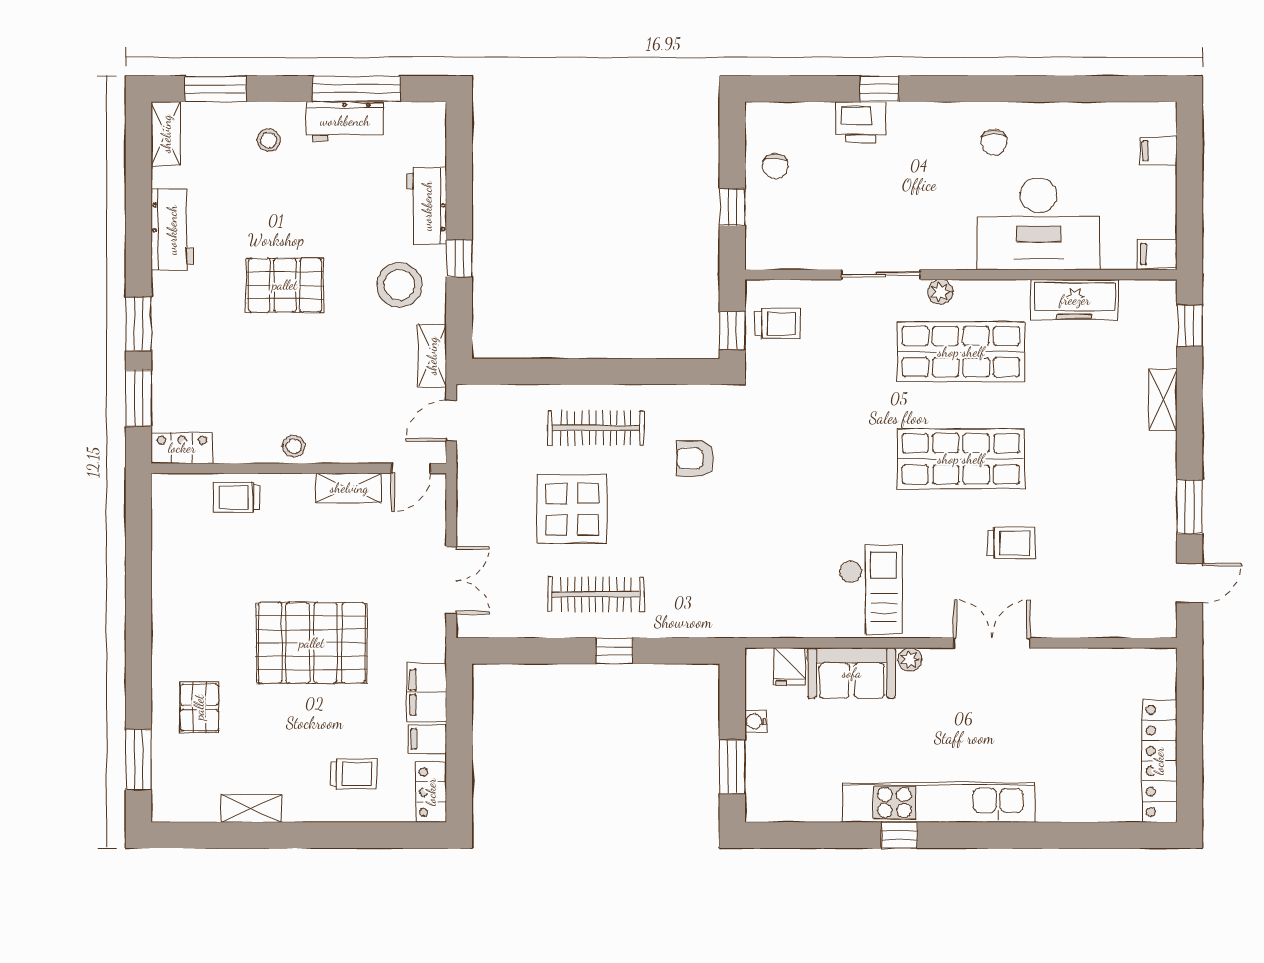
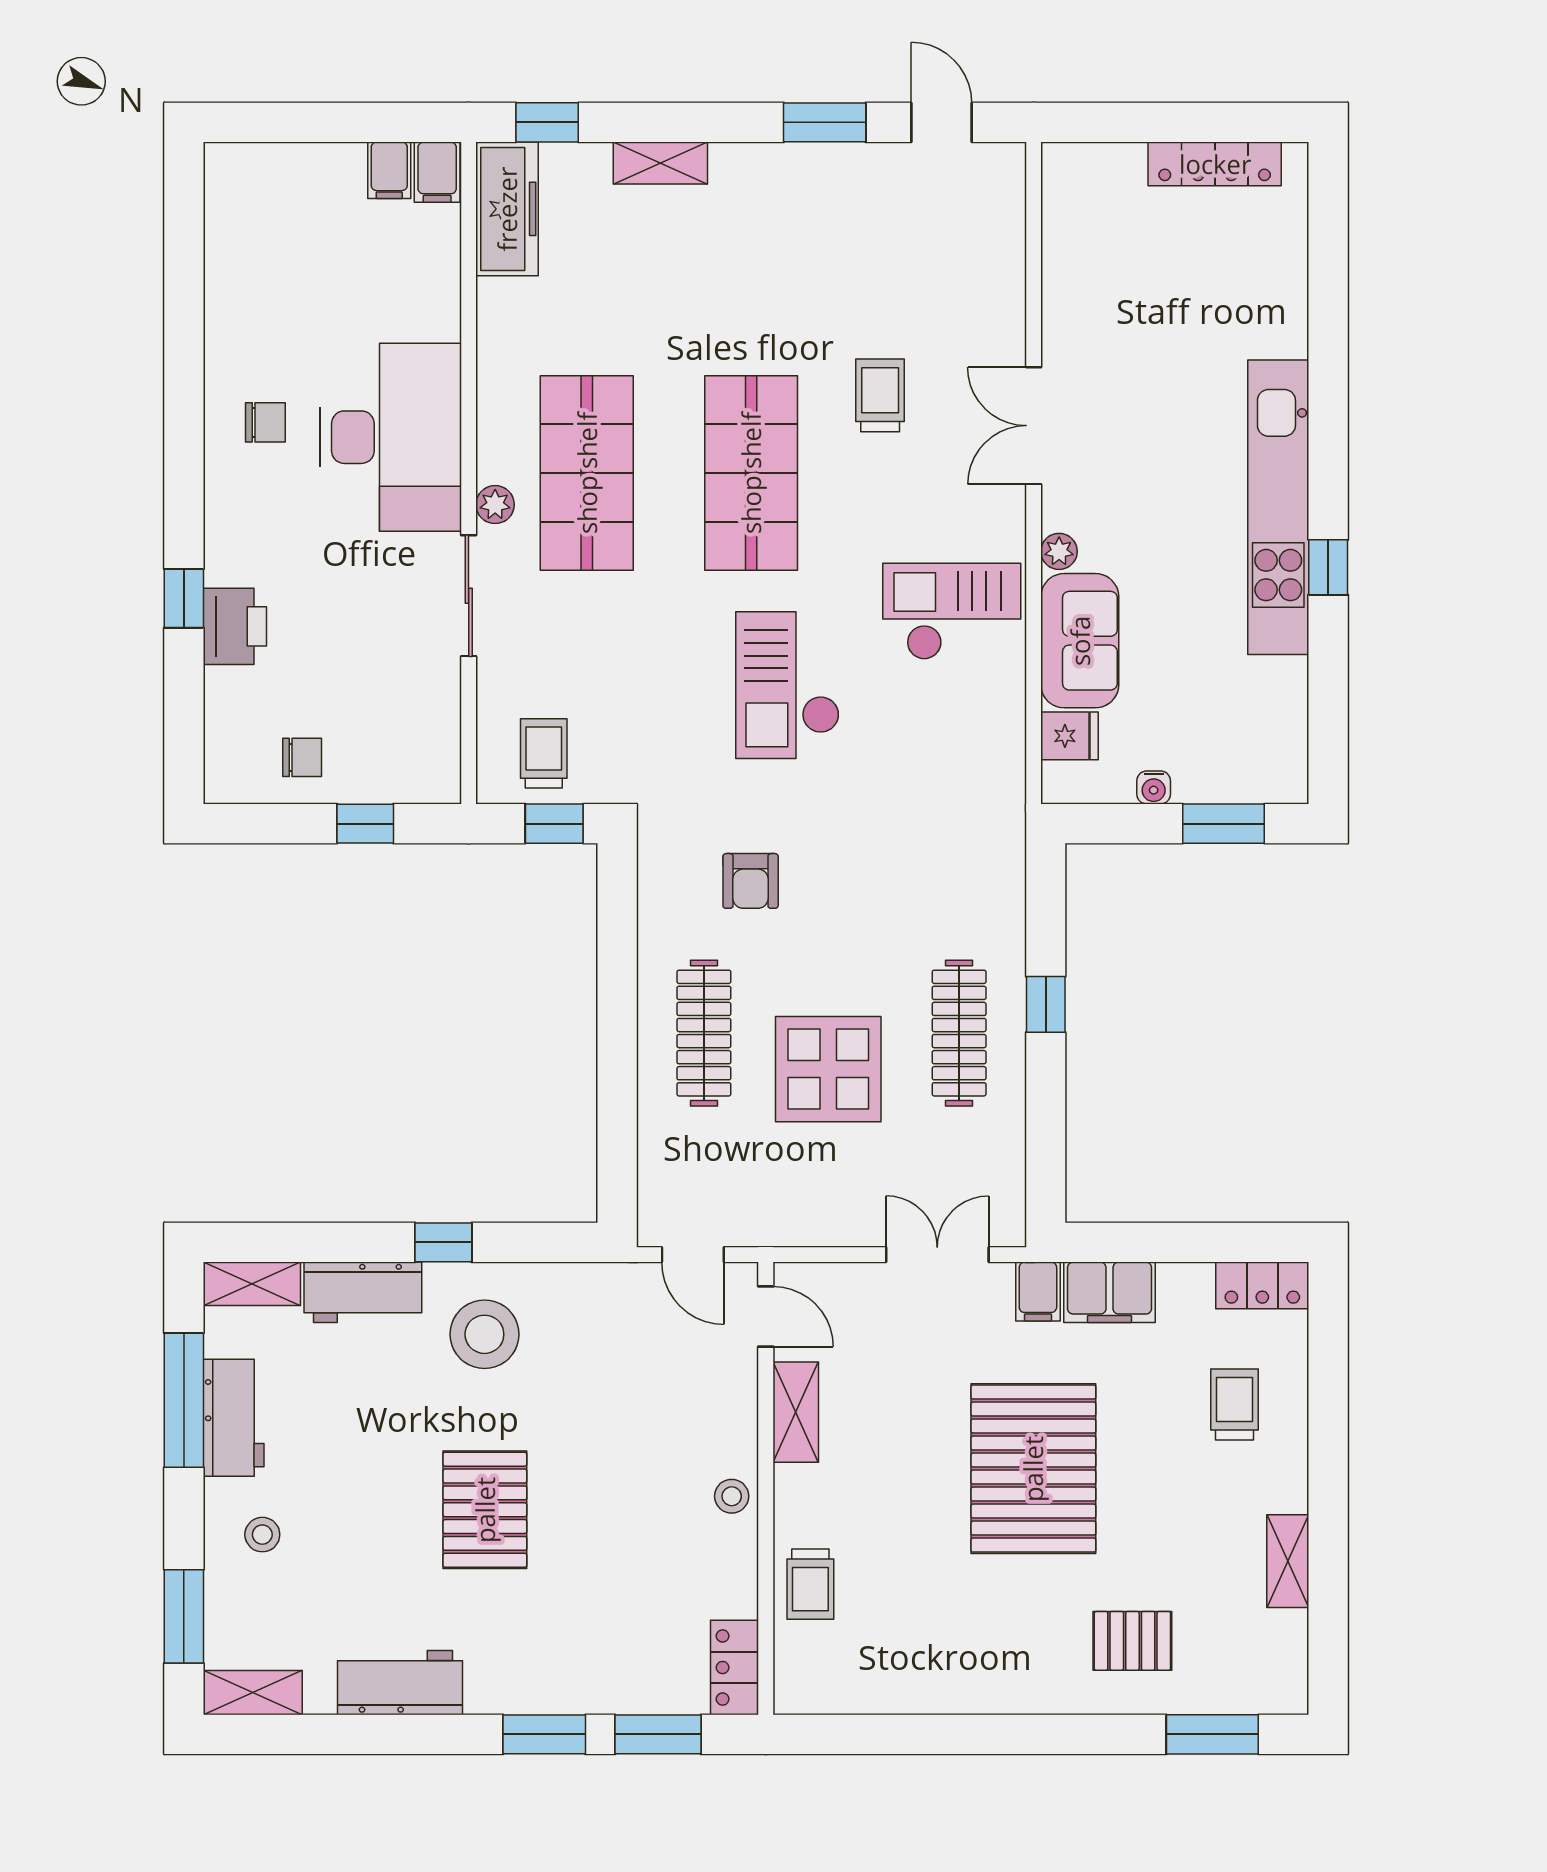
filing cabinet: (1158, 151) -> (389, 170), moved
desk: (1038, 224) -> (391, 437), moved
freezer: (1075, 300) -> (507, 209), moved
shelving: (432, 356) -> (252, 1284), moved
checkout: (823, 483) -> (788, 685), added
filing cabinet: (427, 739) -> (1038, 1291), moved
locker: (1159, 761) -> (1215, 164), width x0.71, depth x0.83

